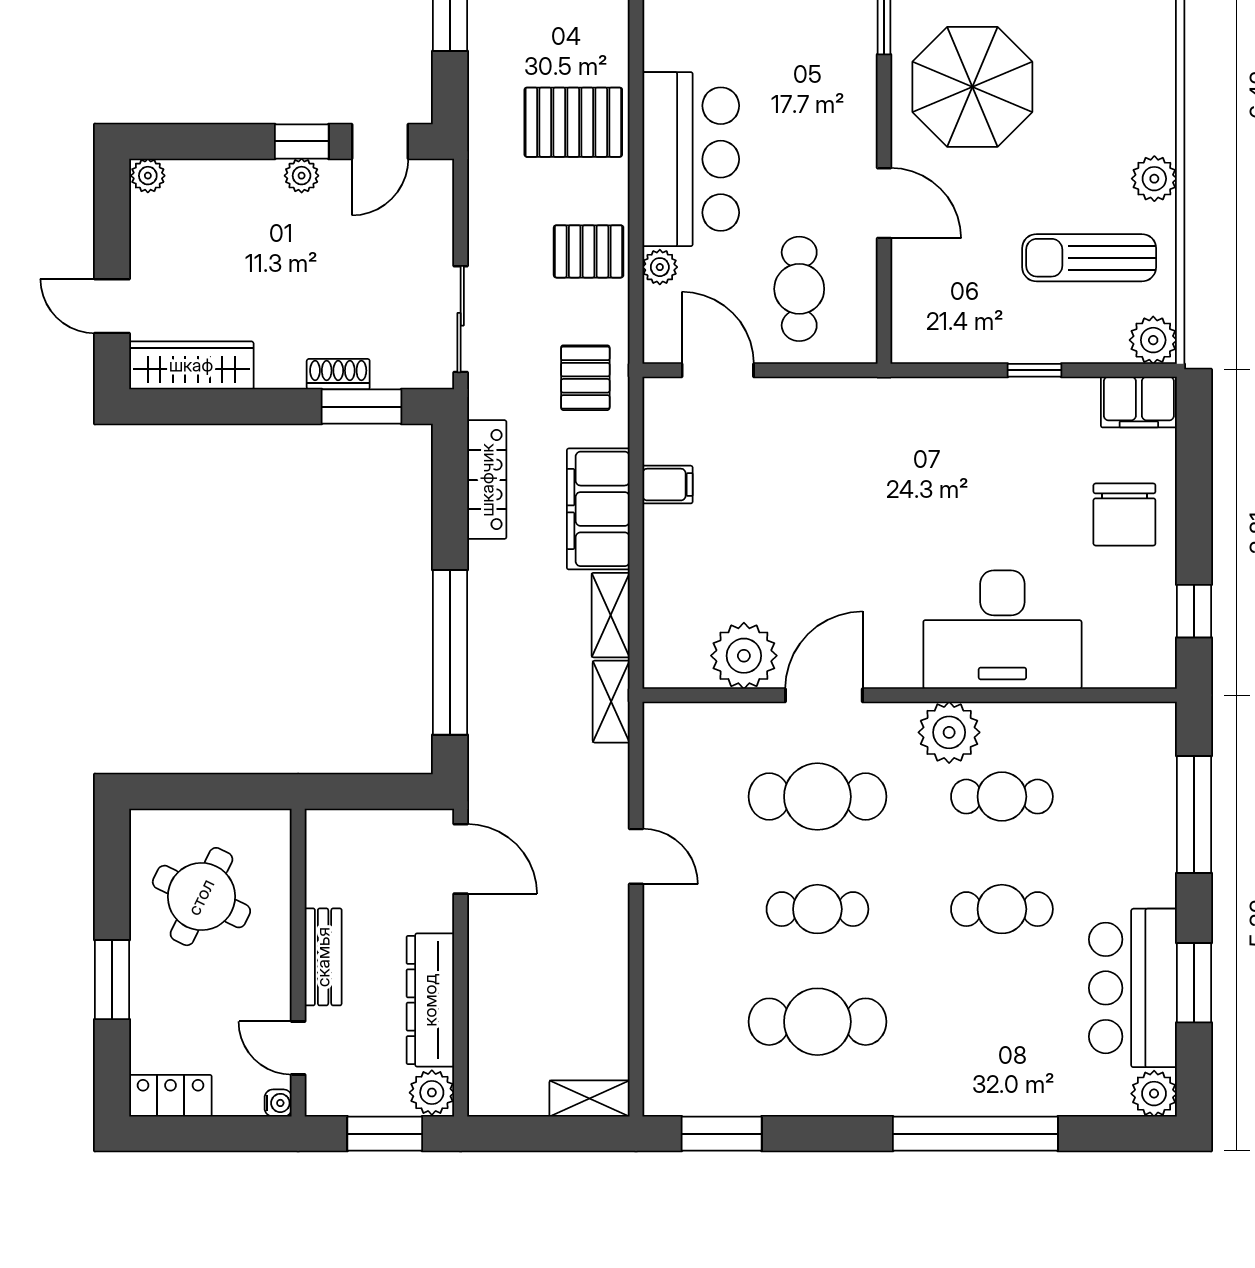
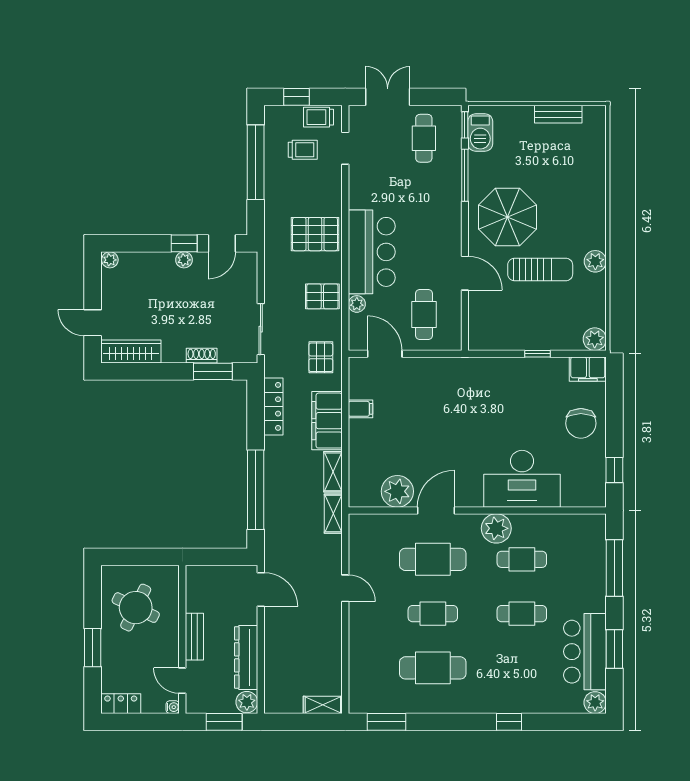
sun lounger: (1089, 258) -> (540, 269), moved, turned 180
window: (975, 1134) -> (509, 722), width x0.32

